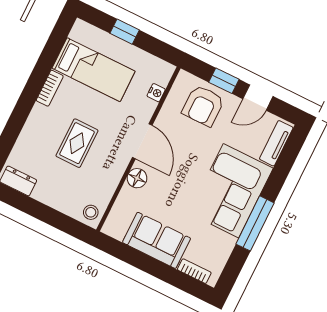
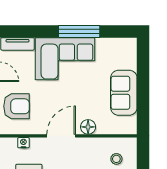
stool: (91, 212) -> (116, 159), moved
bookcase: (194, 271) -> (132, 57), removed

